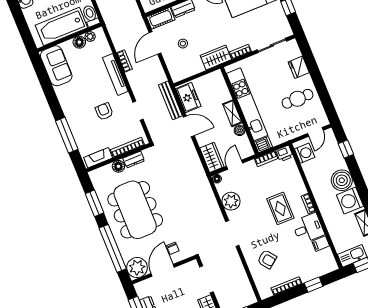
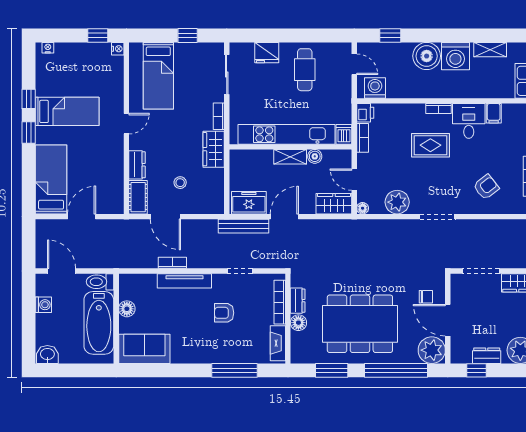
plant: (90, 36) -> (125, 293), removed

